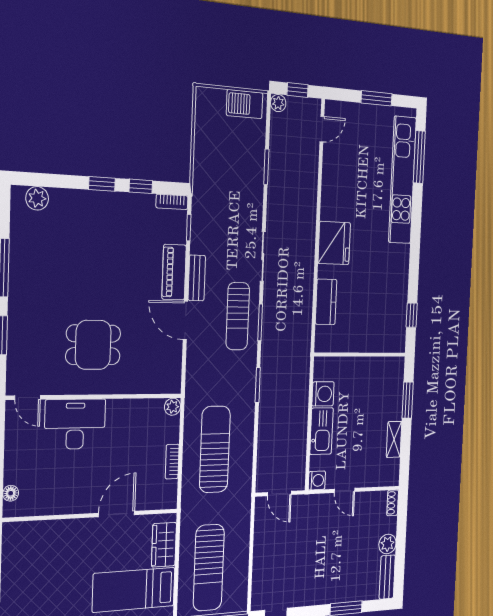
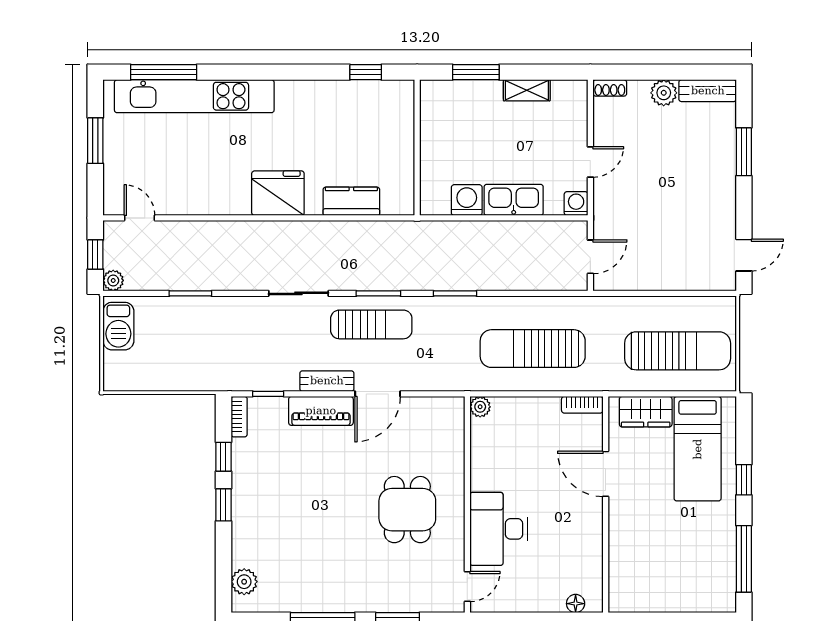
bookcase: (172, 462) -> (582, 405), moved

